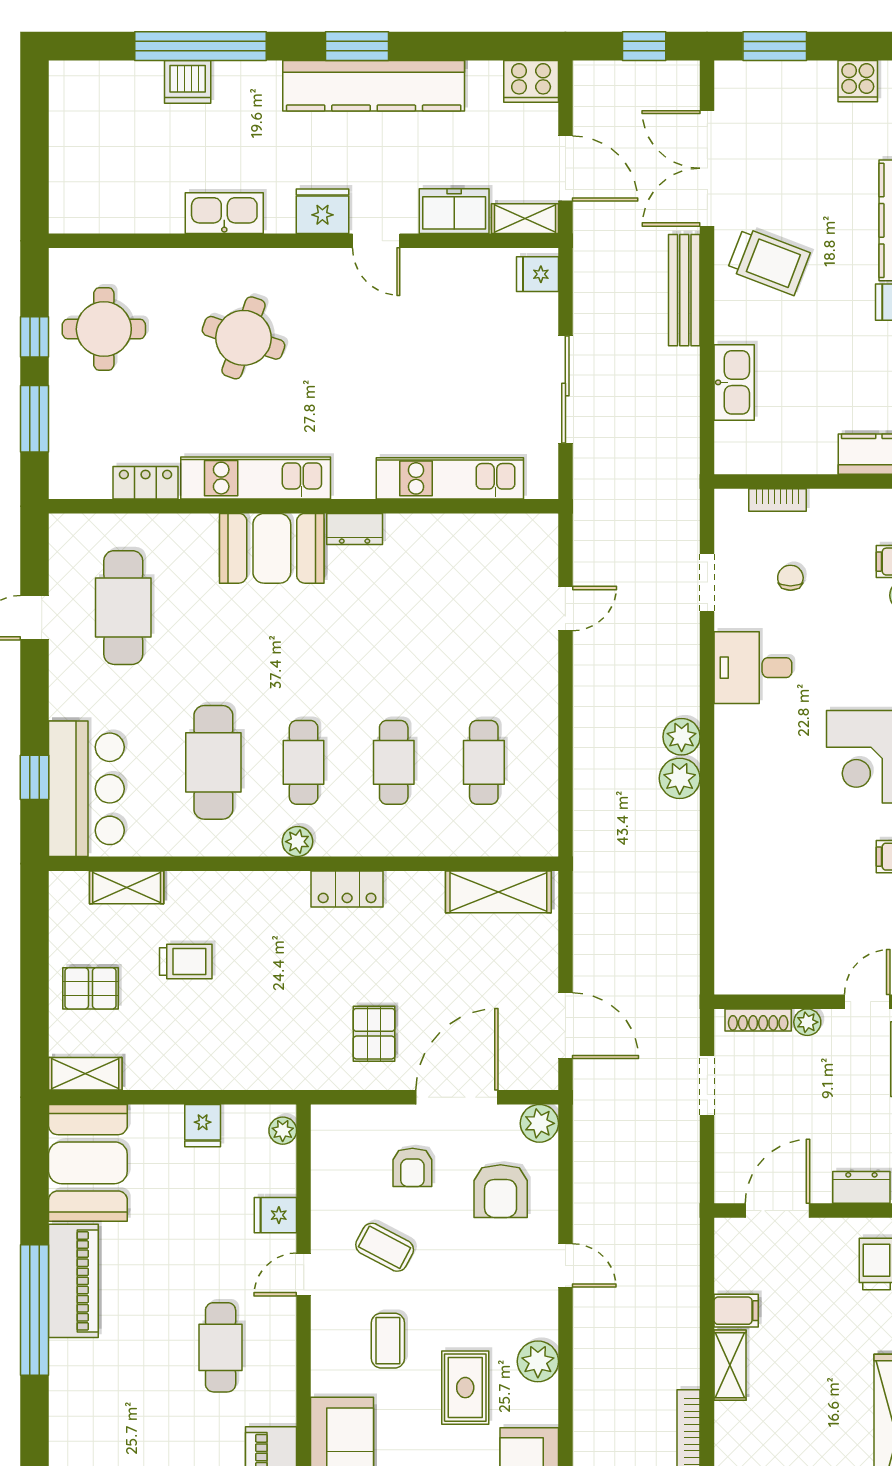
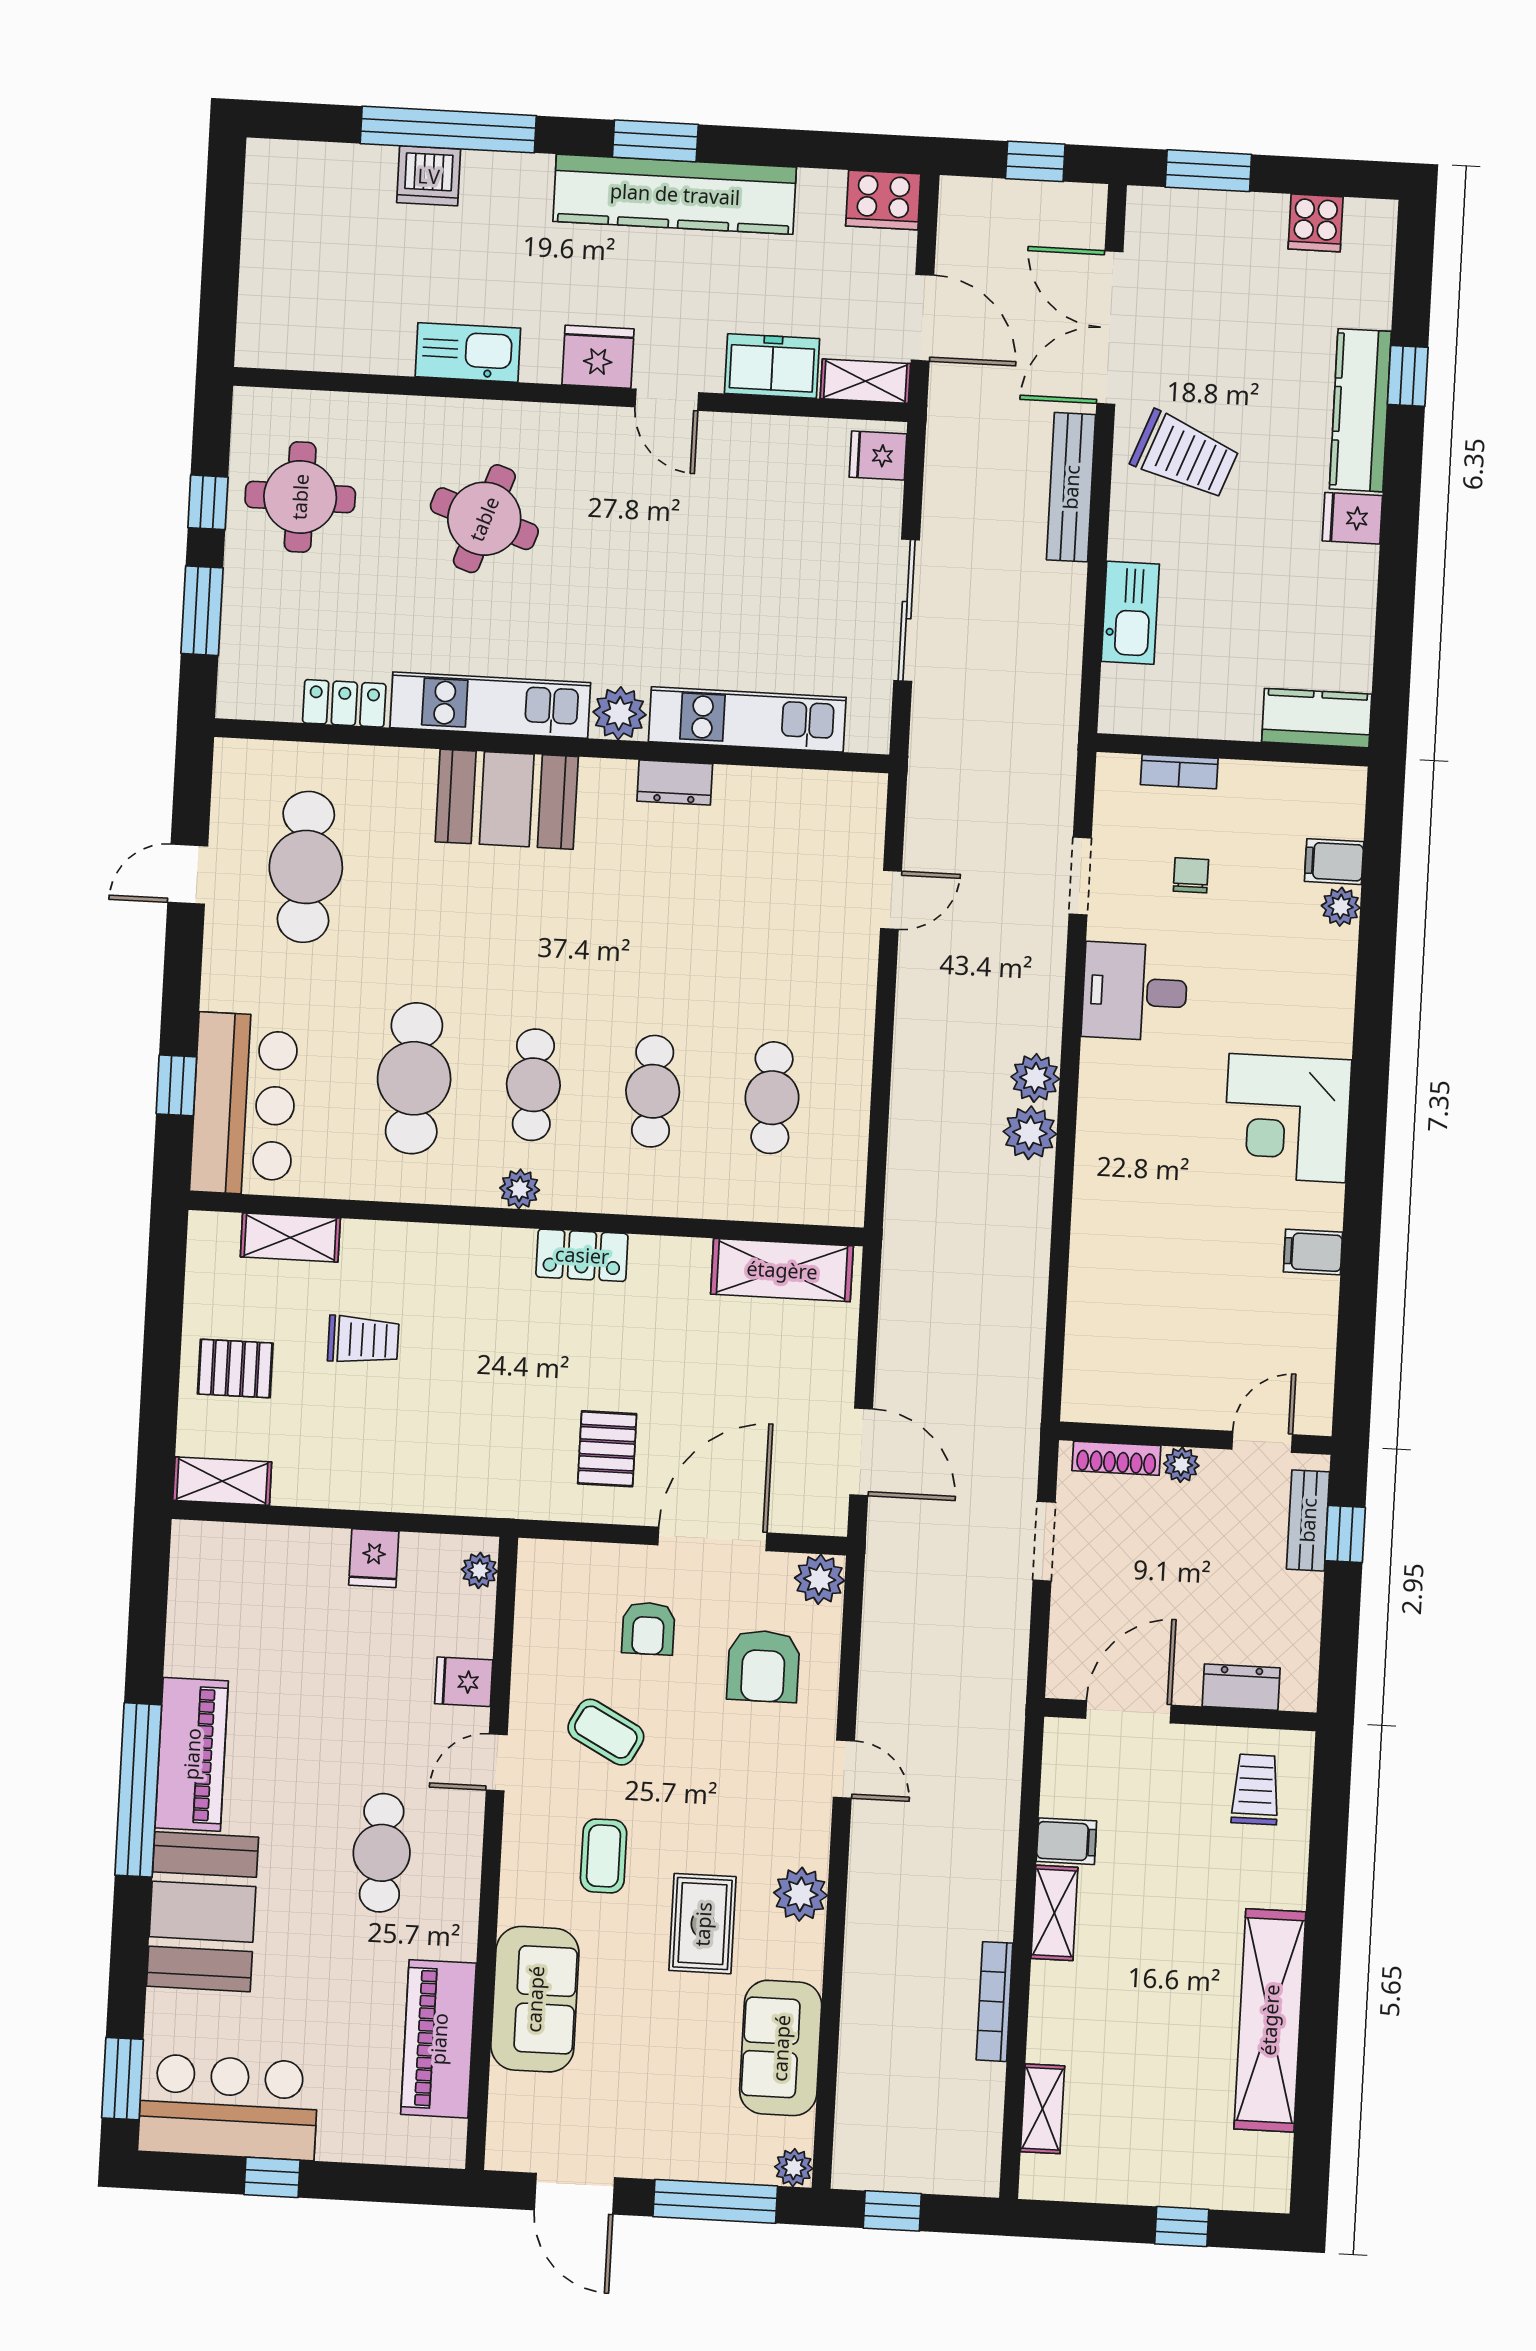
plant: (353, 479) -> (620, 713), added
dresser: (355, 529) -> (675, 783), moved
booth: (88, 1163) -> (202, 1912), moved

